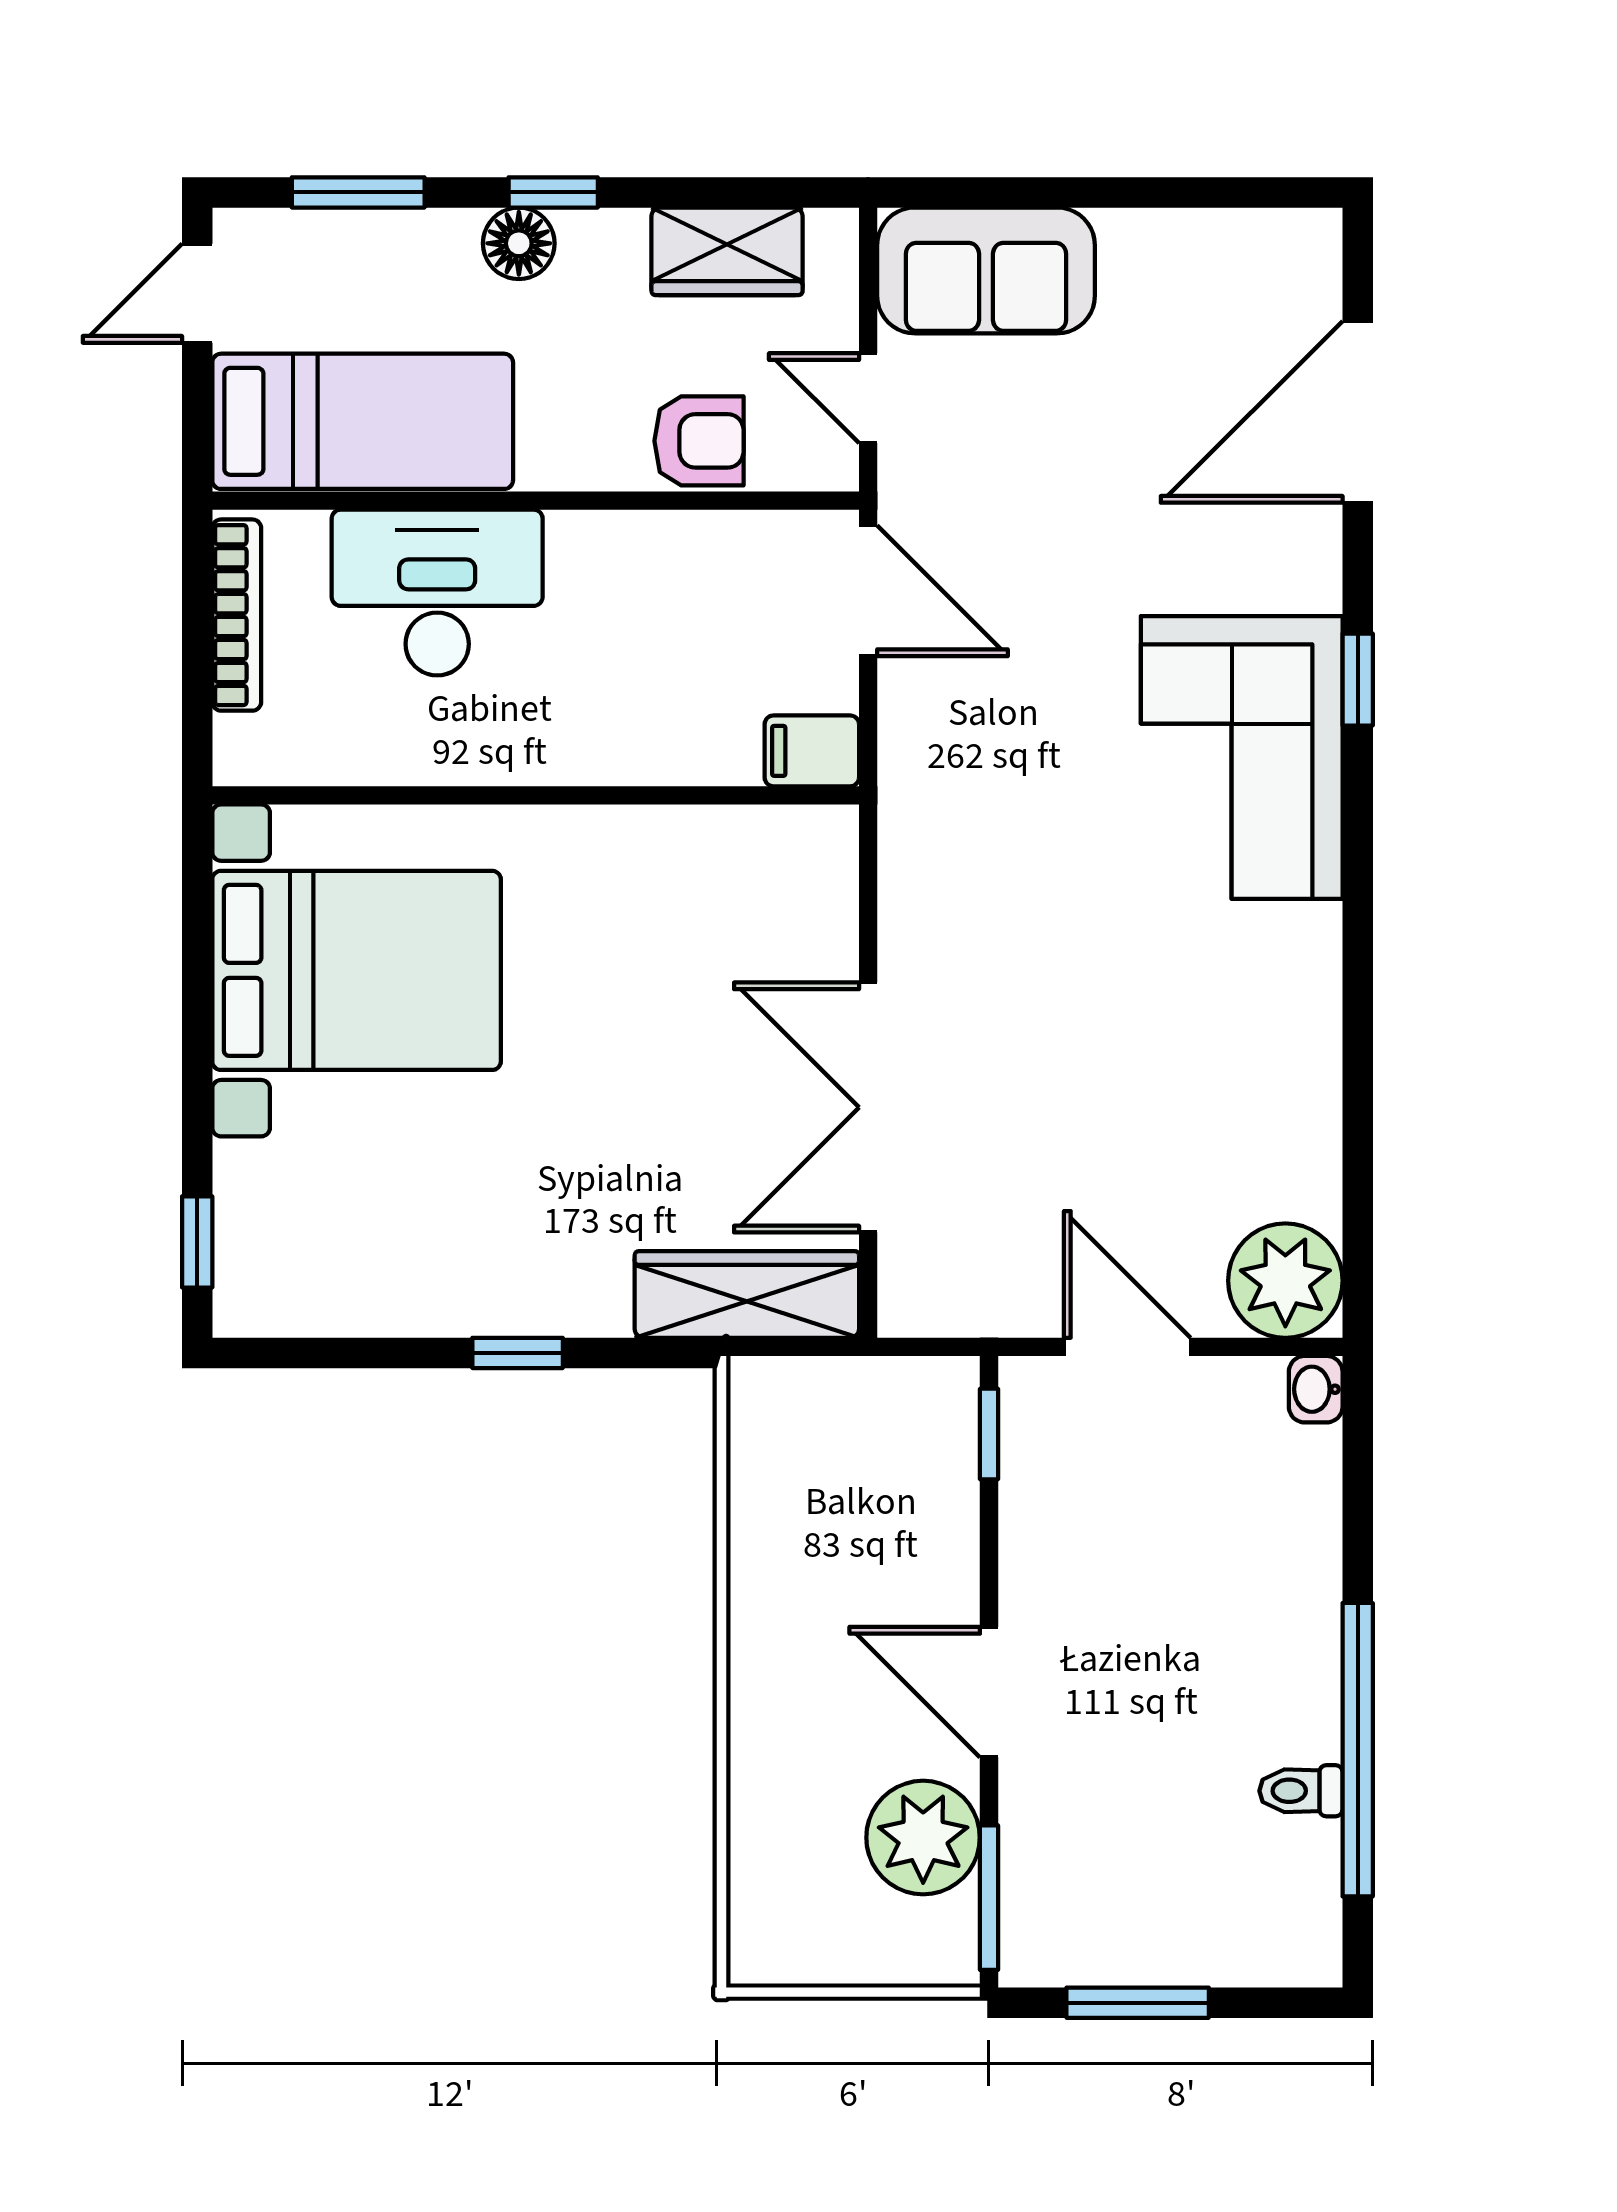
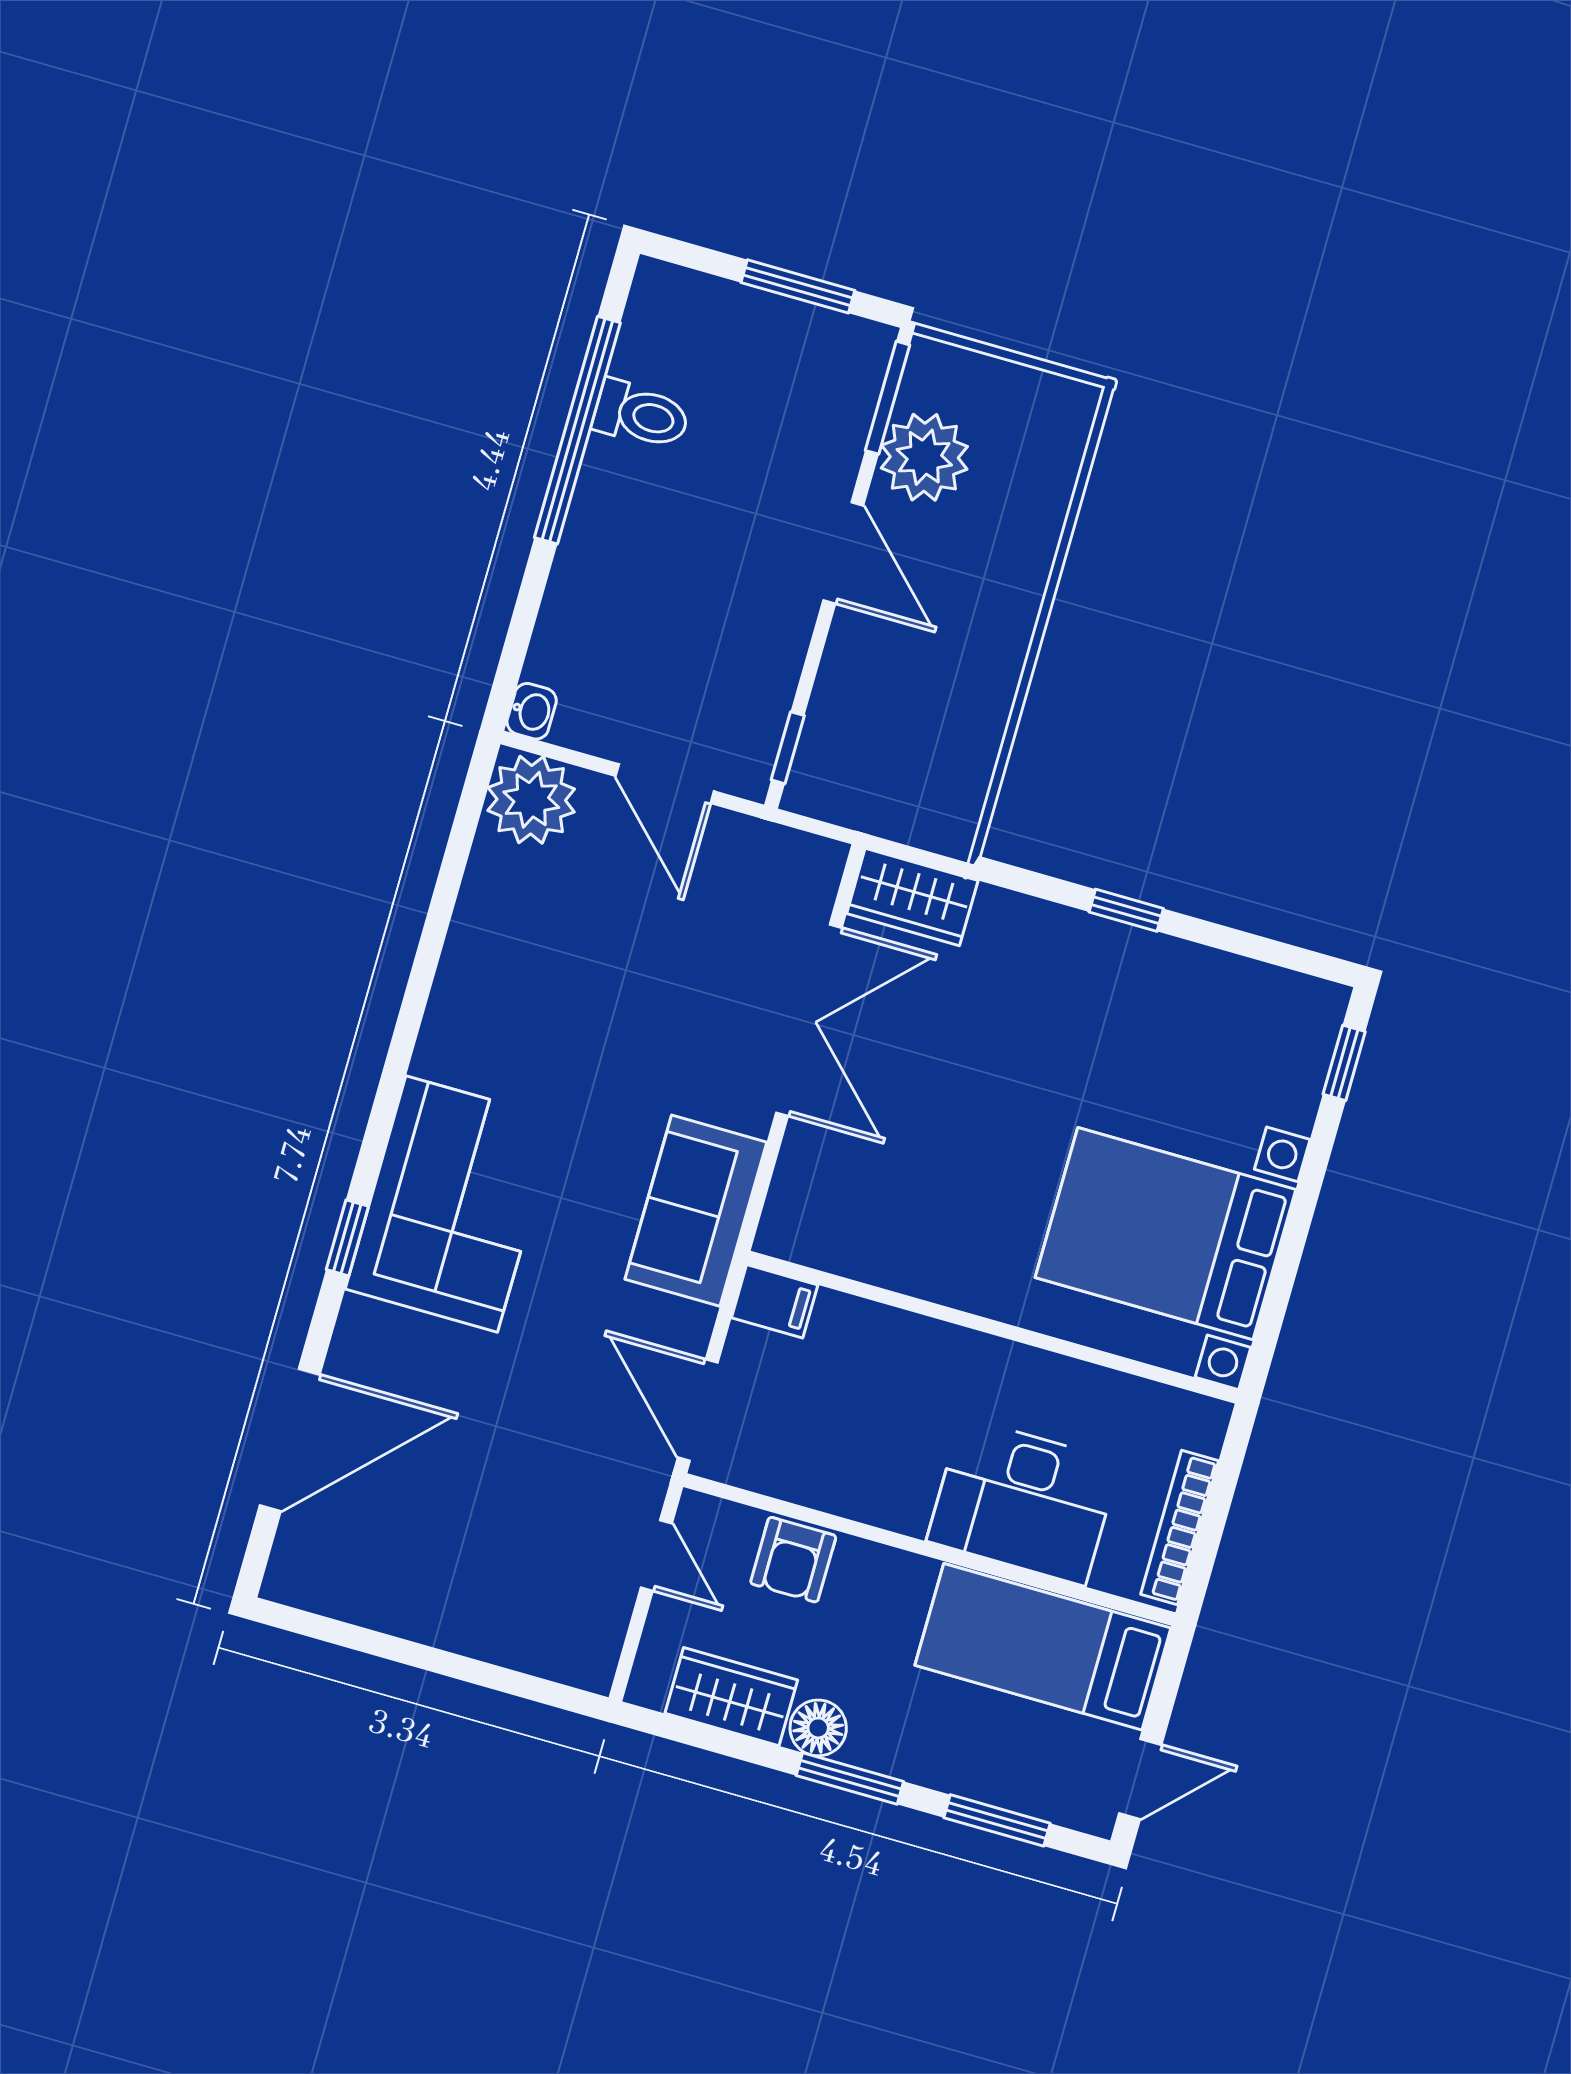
window: (553, 192) -> (850, 1778), width x1.50
floor lamp: (519, 243) -> (818, 1728), moved
sofa: (986, 270) -> (696, 1211), moved, turned -90
armchair: (699, 441) -> (793, 1560), turned -90
wardrobe: (747, 1294) -> (912, 897), width x0.67
toilet: (1301, 1791) -> (641, 415), width x1.37, depth x1.39

